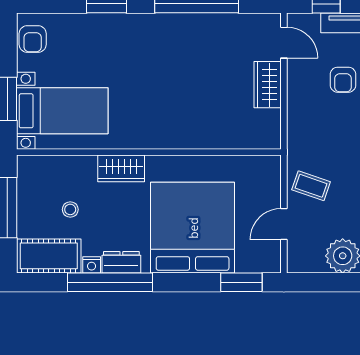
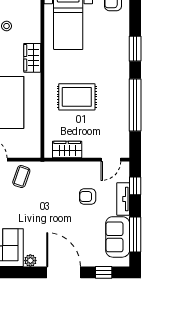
wardrobe: (268, 85) -> (67, 149), moved
rug: (184, 97) -> (77, 97), added

